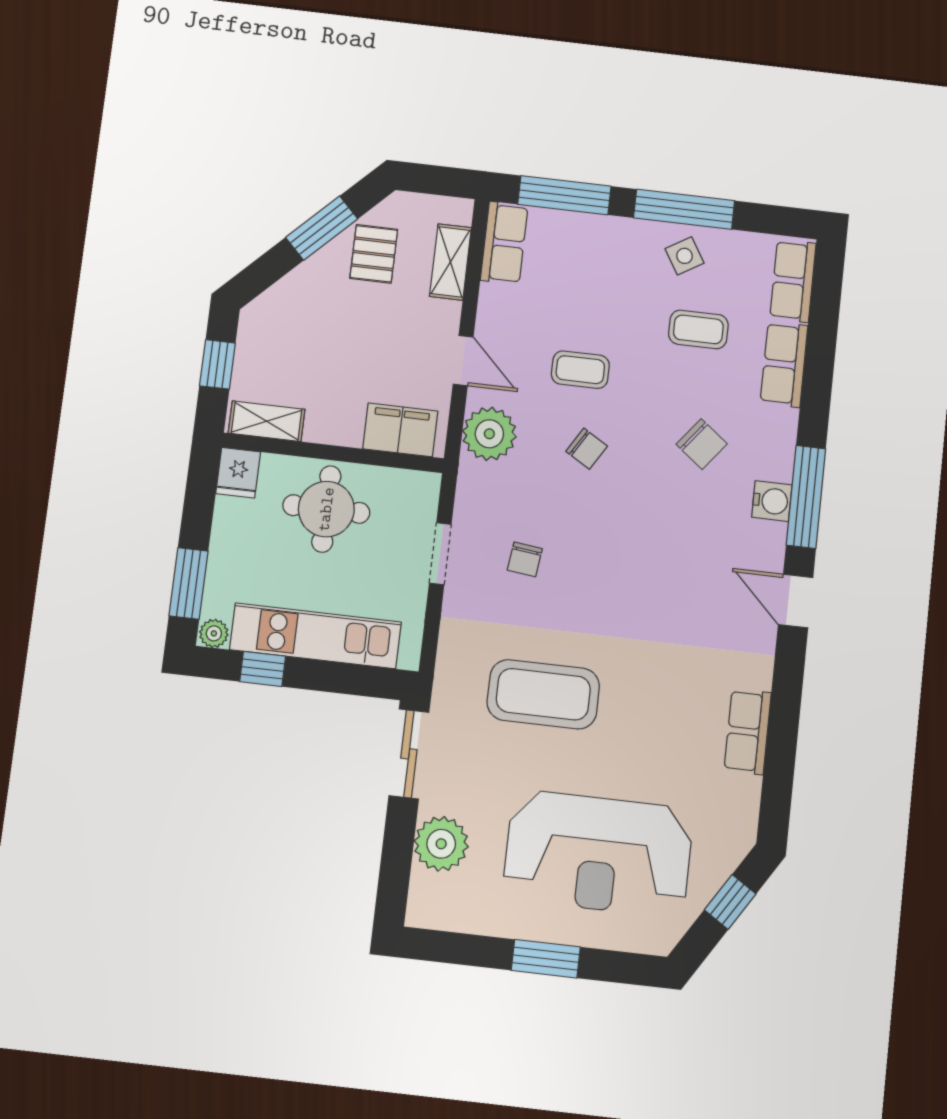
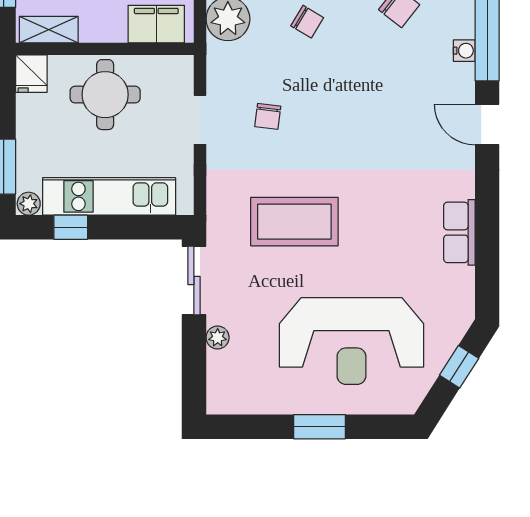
water cooler: (772, 501) -> (464, 51), width x0.72, depth x0.72
plant: (441, 844) -> (218, 337), width x0.53, depth x0.53

